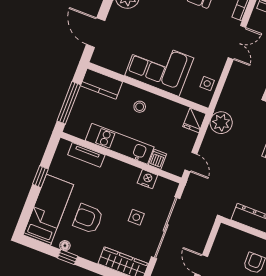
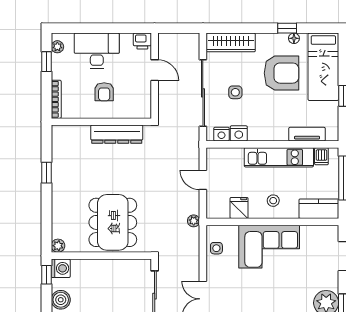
fridge: (194, 120) -> (239, 208), moved
plant: (221, 123) -> (194, 221), width x0.53, depth x0.53
dishwasher: (158, 159) -> (321, 156), moved
door: (191, 162) -> (203, 180), moved
nightstand: (163, 184) -> (221, 134), added
armchair: (88, 219) -> (282, 73), width x1.36, depth x1.36

